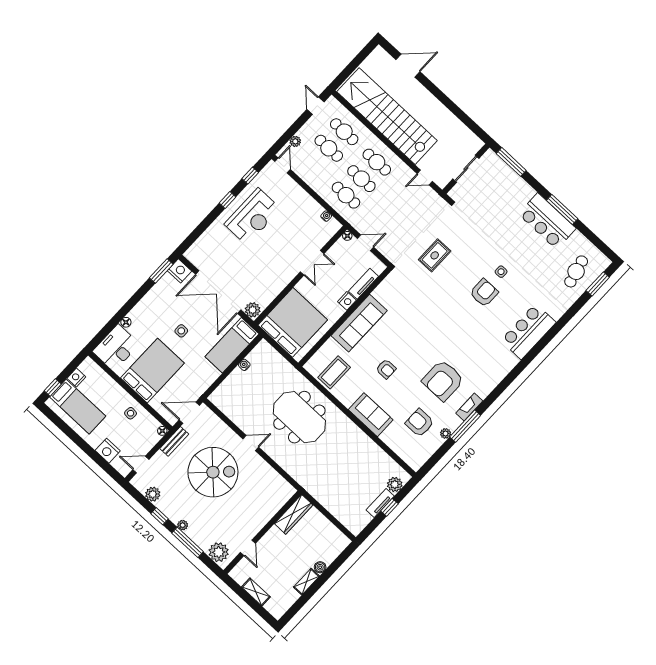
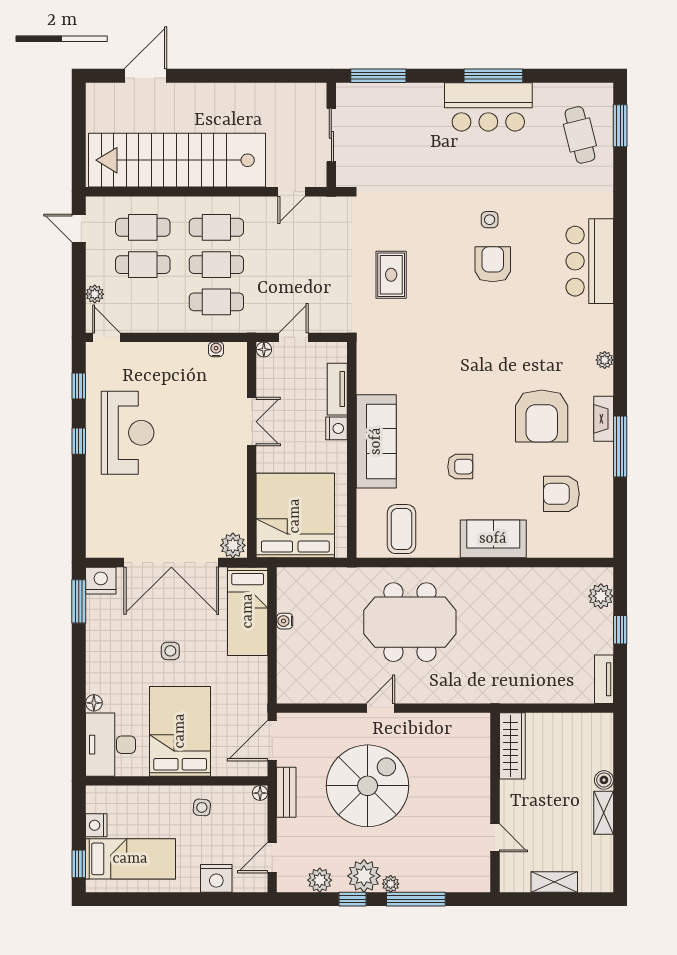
plant: (446, 433) -> (605, 360), moved
tv unit: (380, 503) -> (604, 679), moved
plant: (219, 552) -> (364, 876), moved

